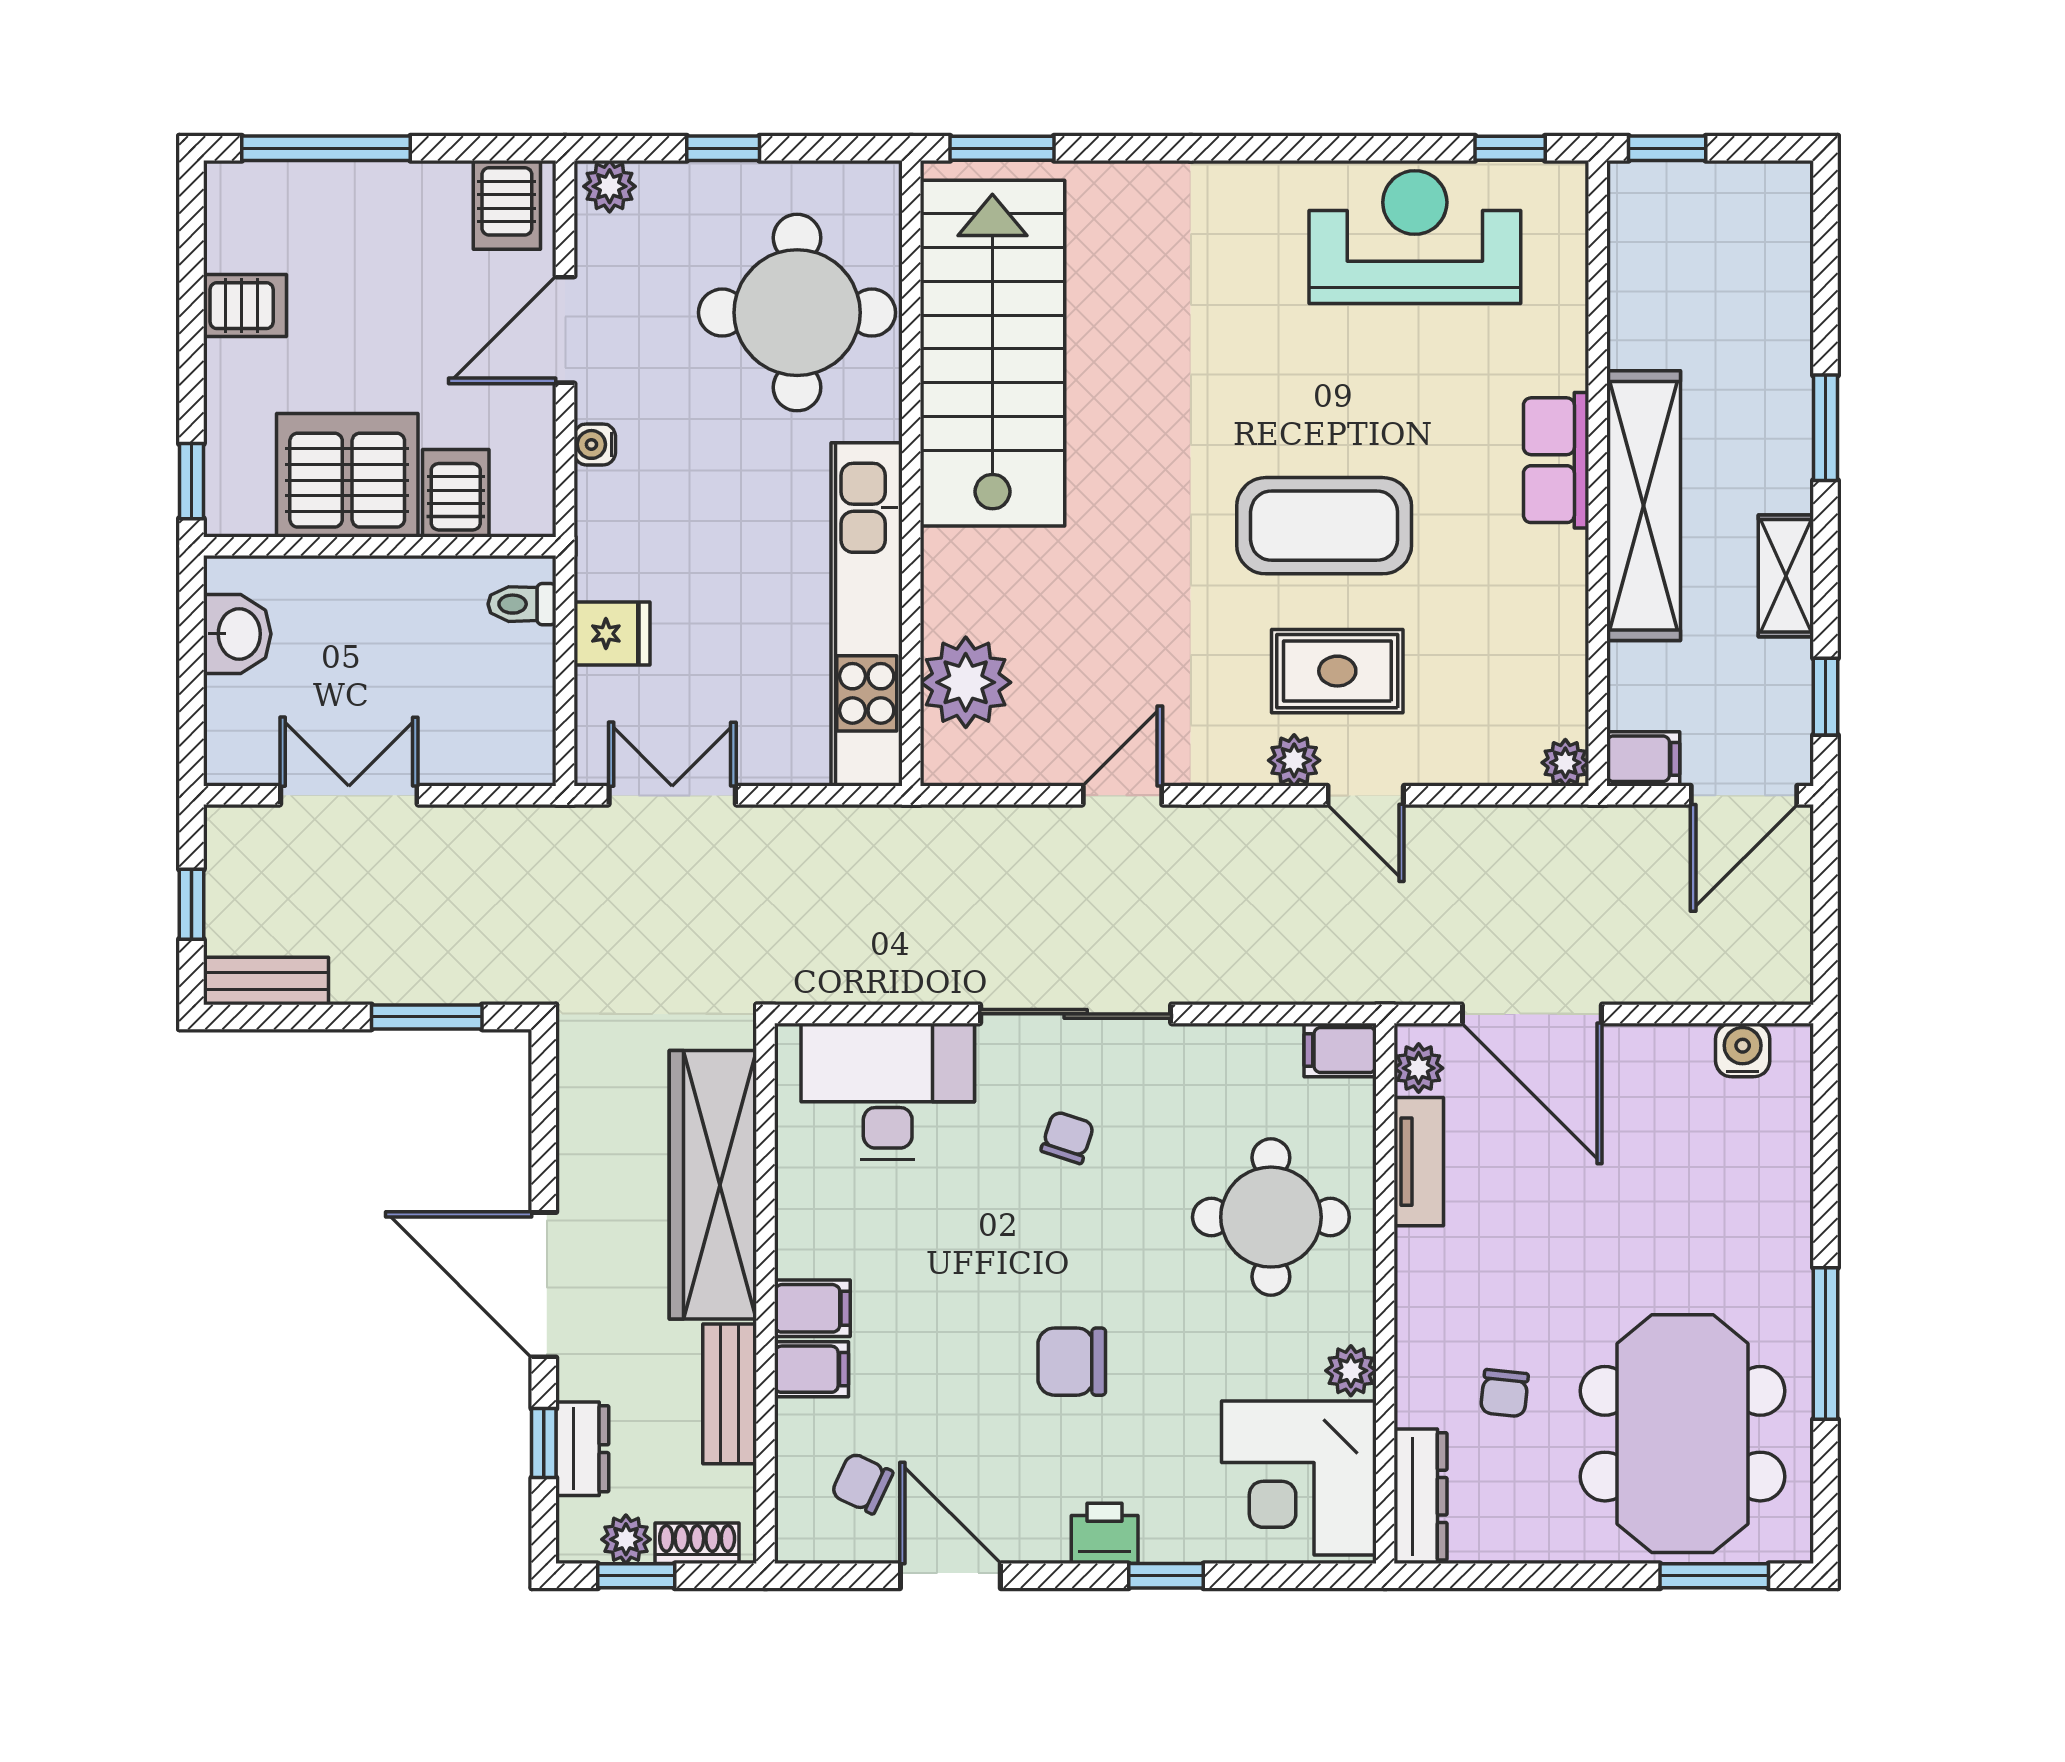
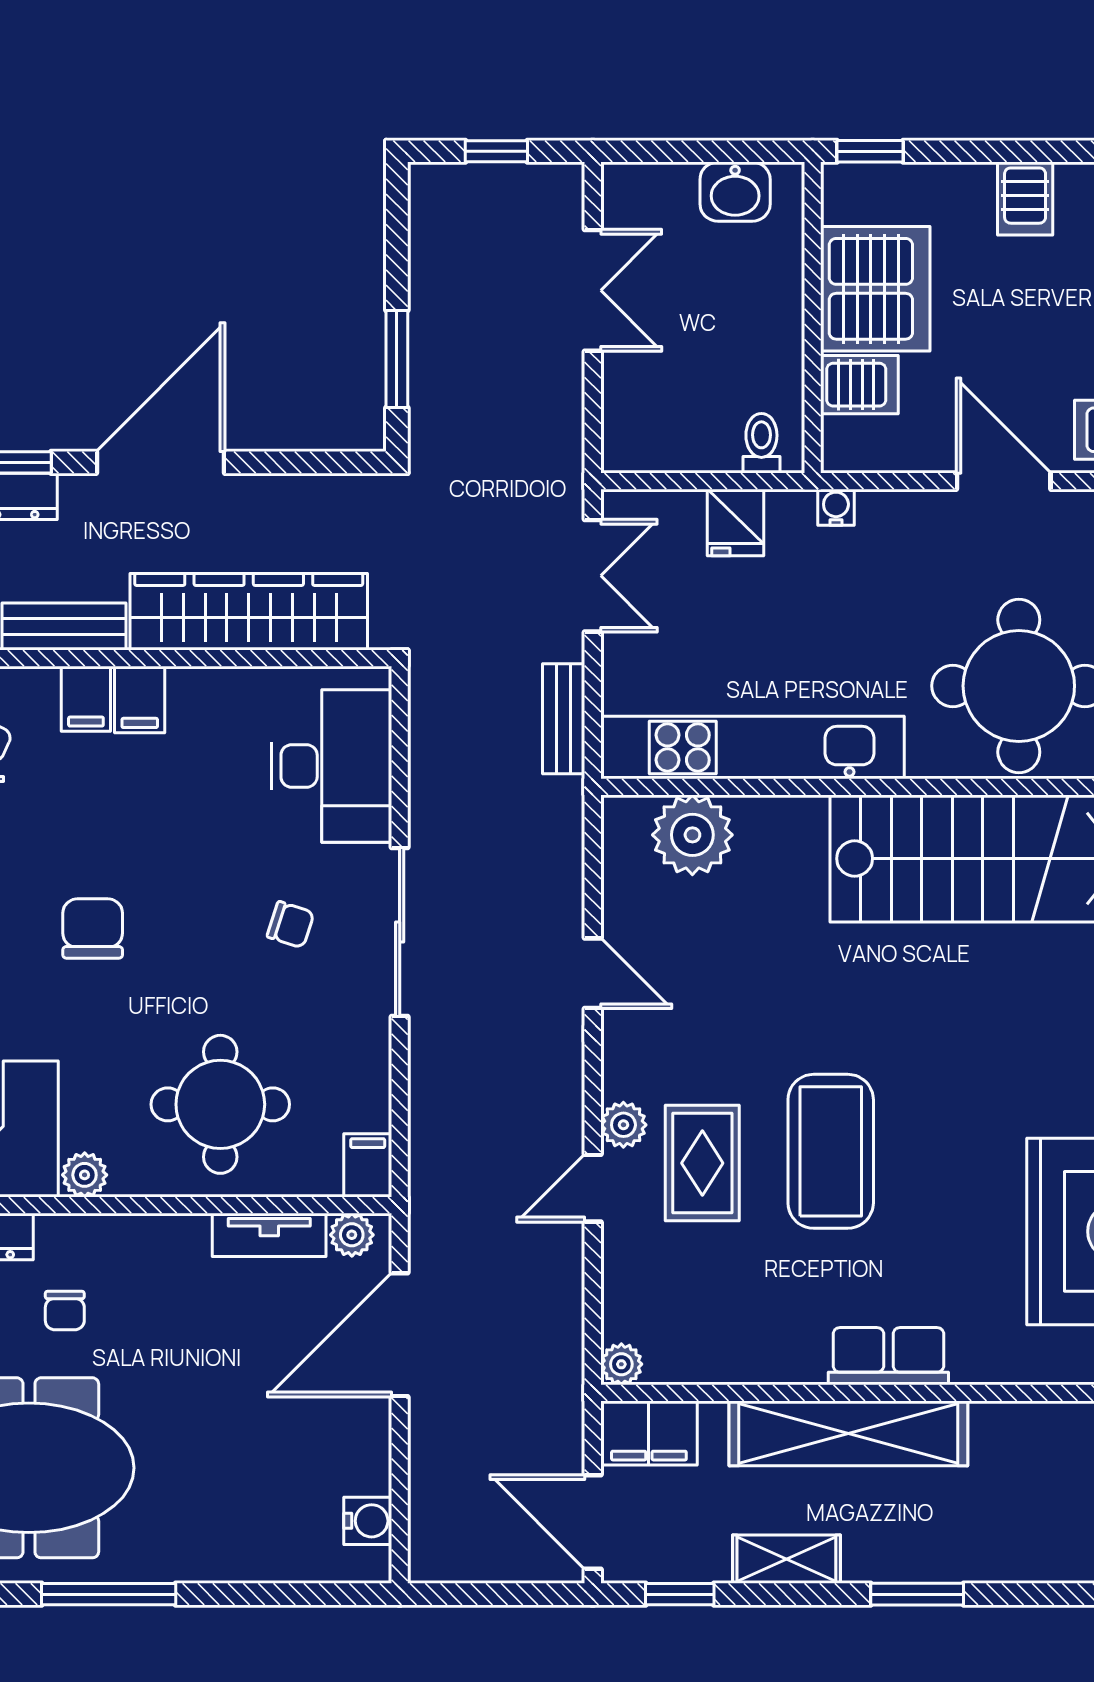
water cooler: (595, 444) -> (836, 507), moved
filing cabinet: (1643, 759) -> (649, 1433), width x2.00
bench: (266, 981) -> (564, 719), moved
chair: (1504, 1393) -> (65, 1311), turned -96

